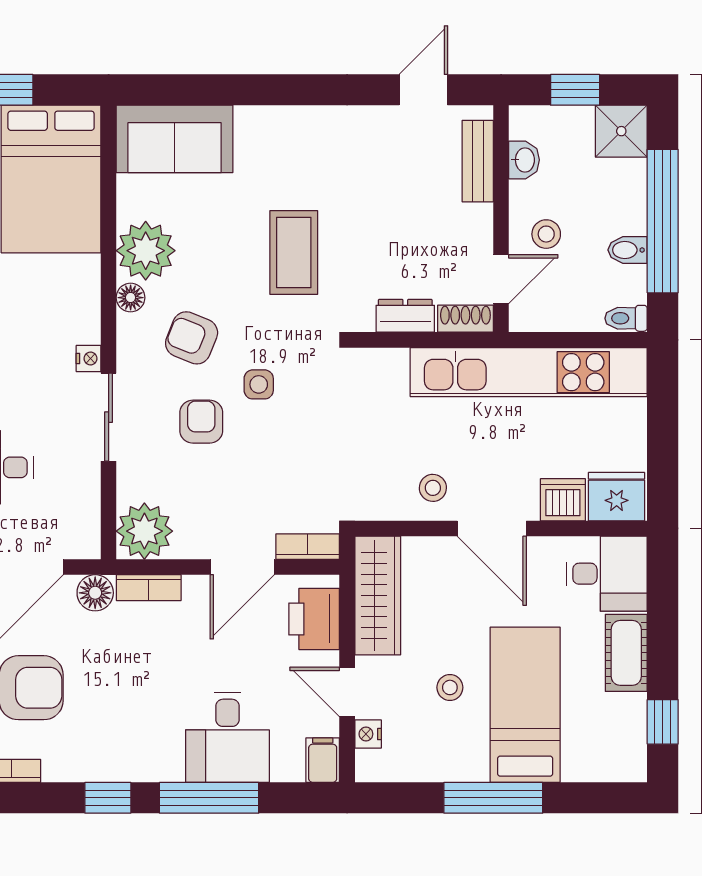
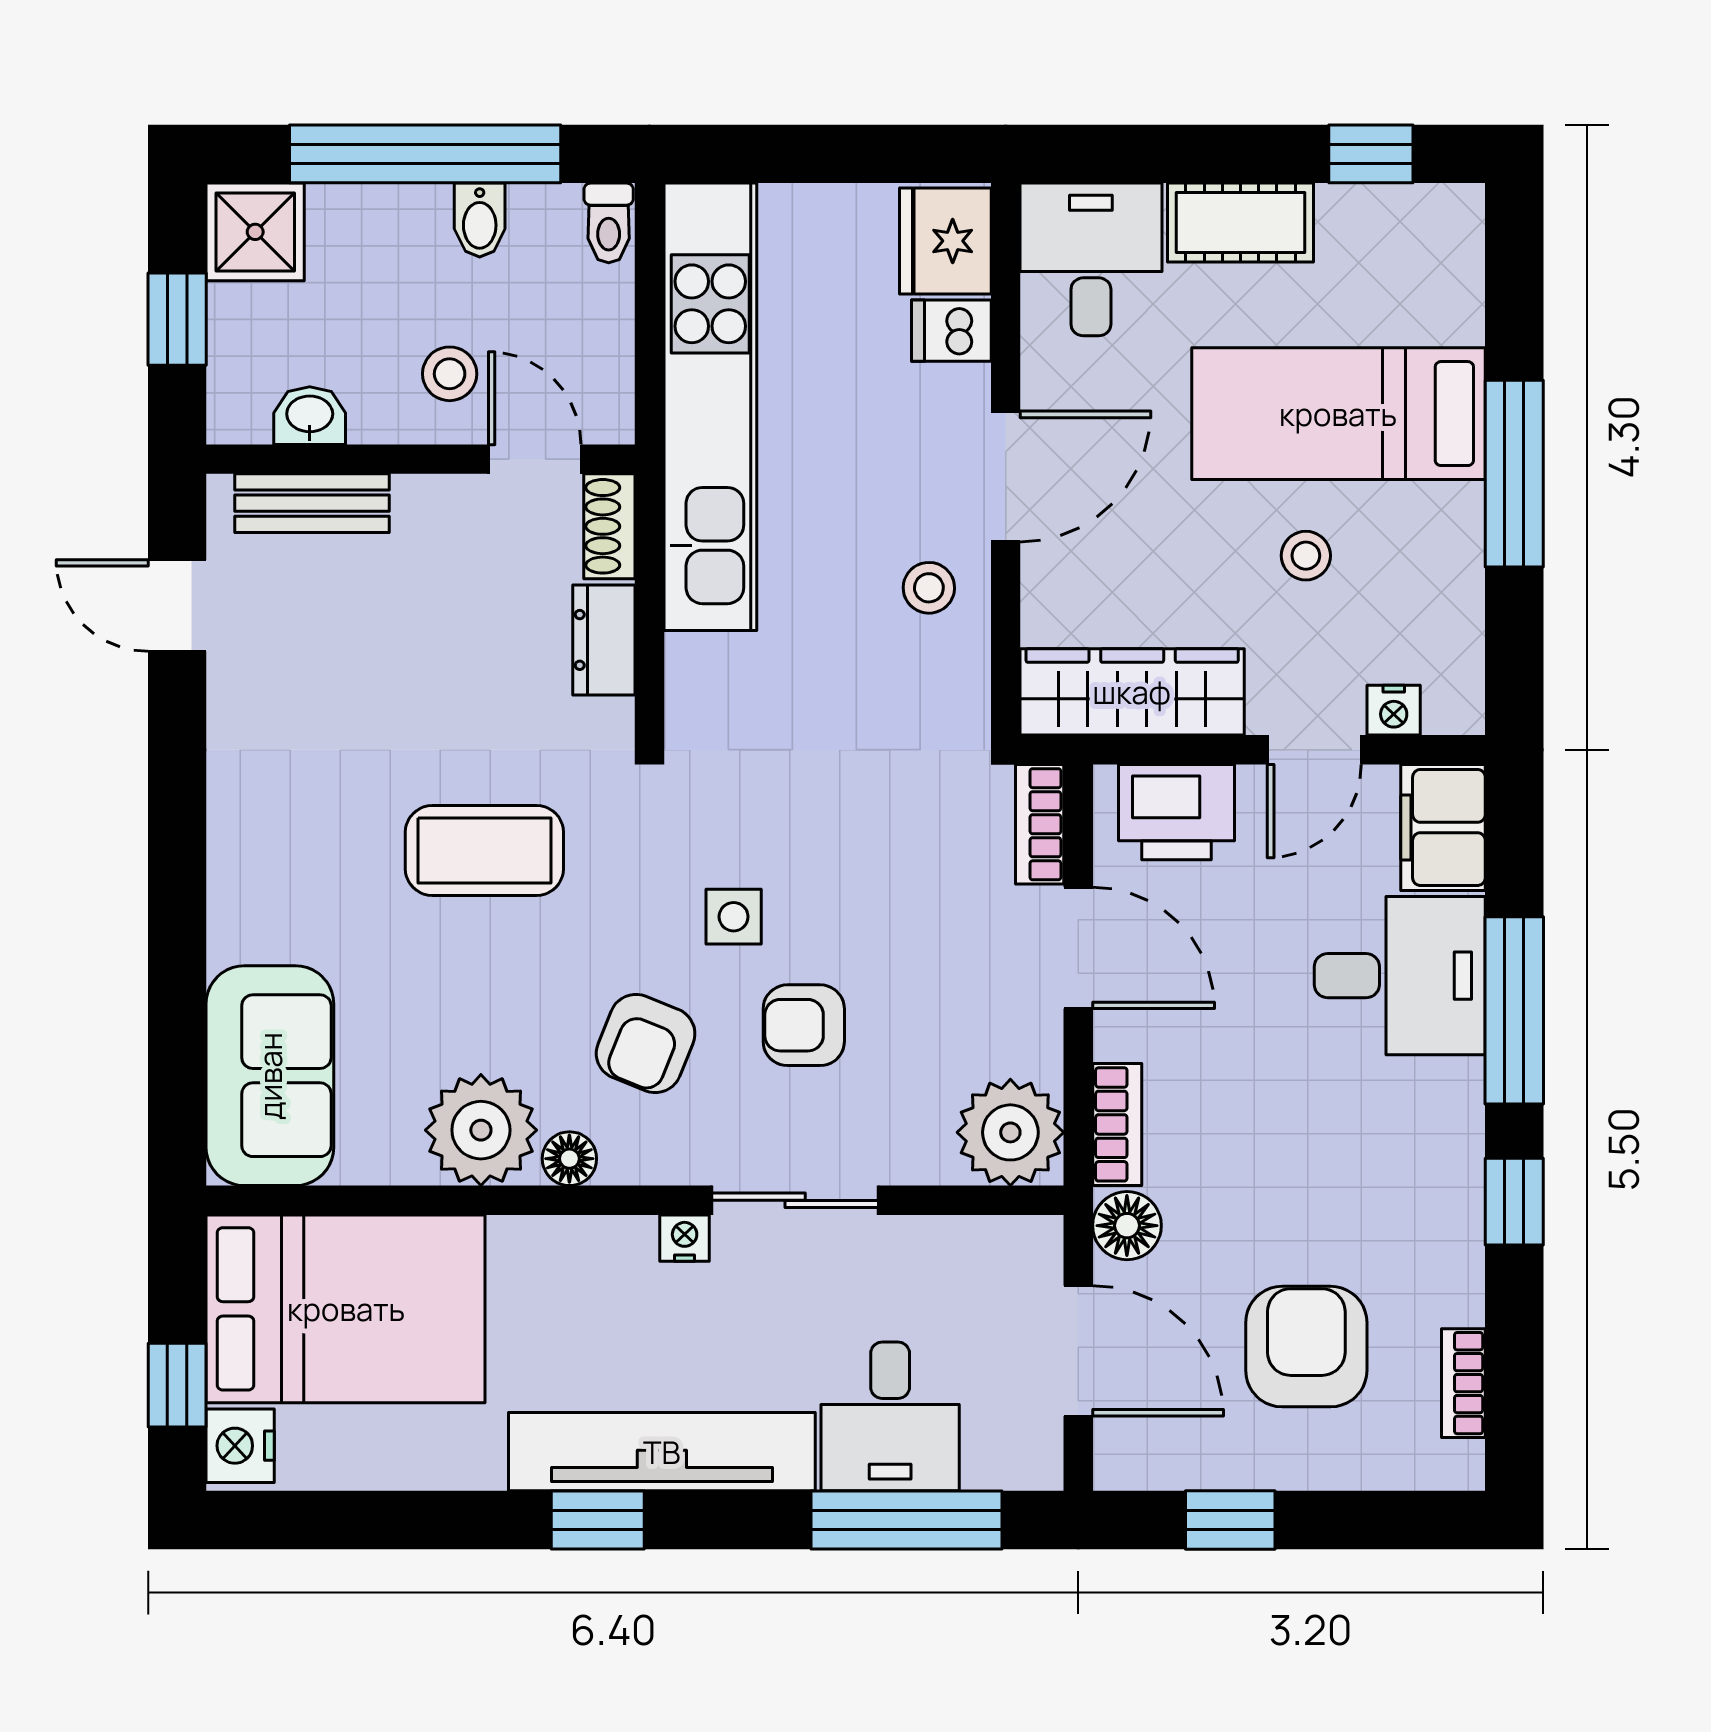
dishwasher: (563, 500) -> (951, 331), width x0.73
filing cabinet: (323, 760) -> (1443, 827), width x2.00

